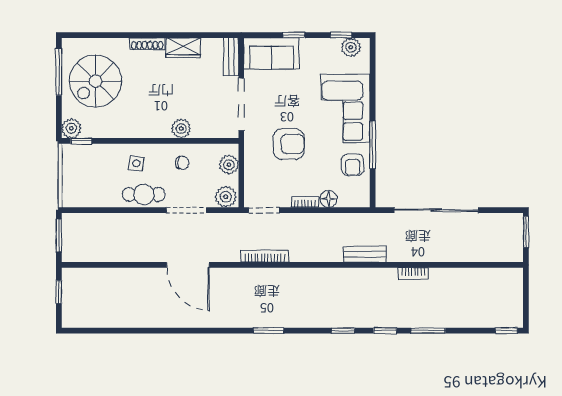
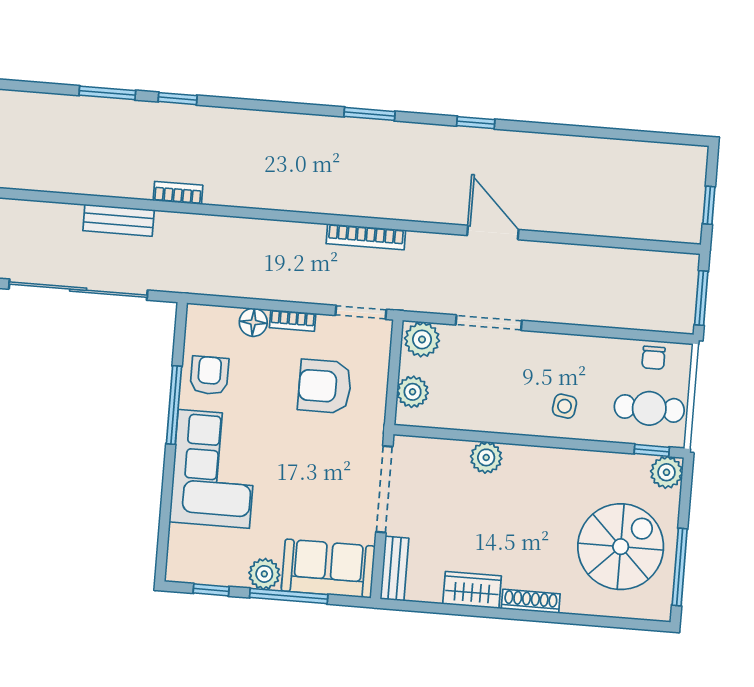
window: (294, 35) -> (289, 596), width x2.17
plant: (351, 47) -> (264, 574), moved
armchair: (289, 144) -> (325, 386), moved
chair: (182, 163) -> (654, 358), moved, turned -90
cafe table: (144, 194) -> (649, 408), moved
bench: (365, 254) -> (119, 220), moved
door: (188, 265) -> (493, 232), width x0.73
bookcase: (413, 274) -> (178, 193), moved
window: (343, 331) -> (476, 123), moved

